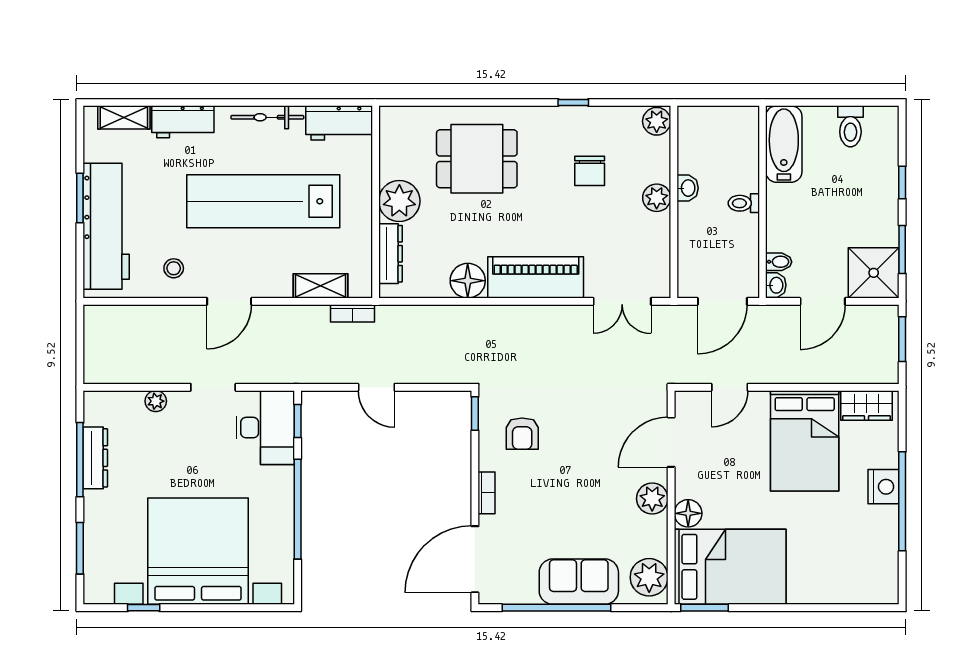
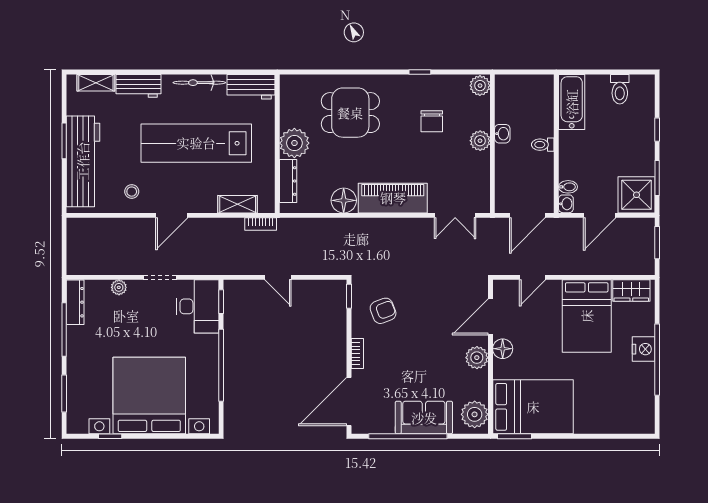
armchair: (522, 434) -> (383, 311), turned -111
dresser: (95, 458) -> (75, 302), moved
floor lamp: (688, 513) -> (503, 349), moved

